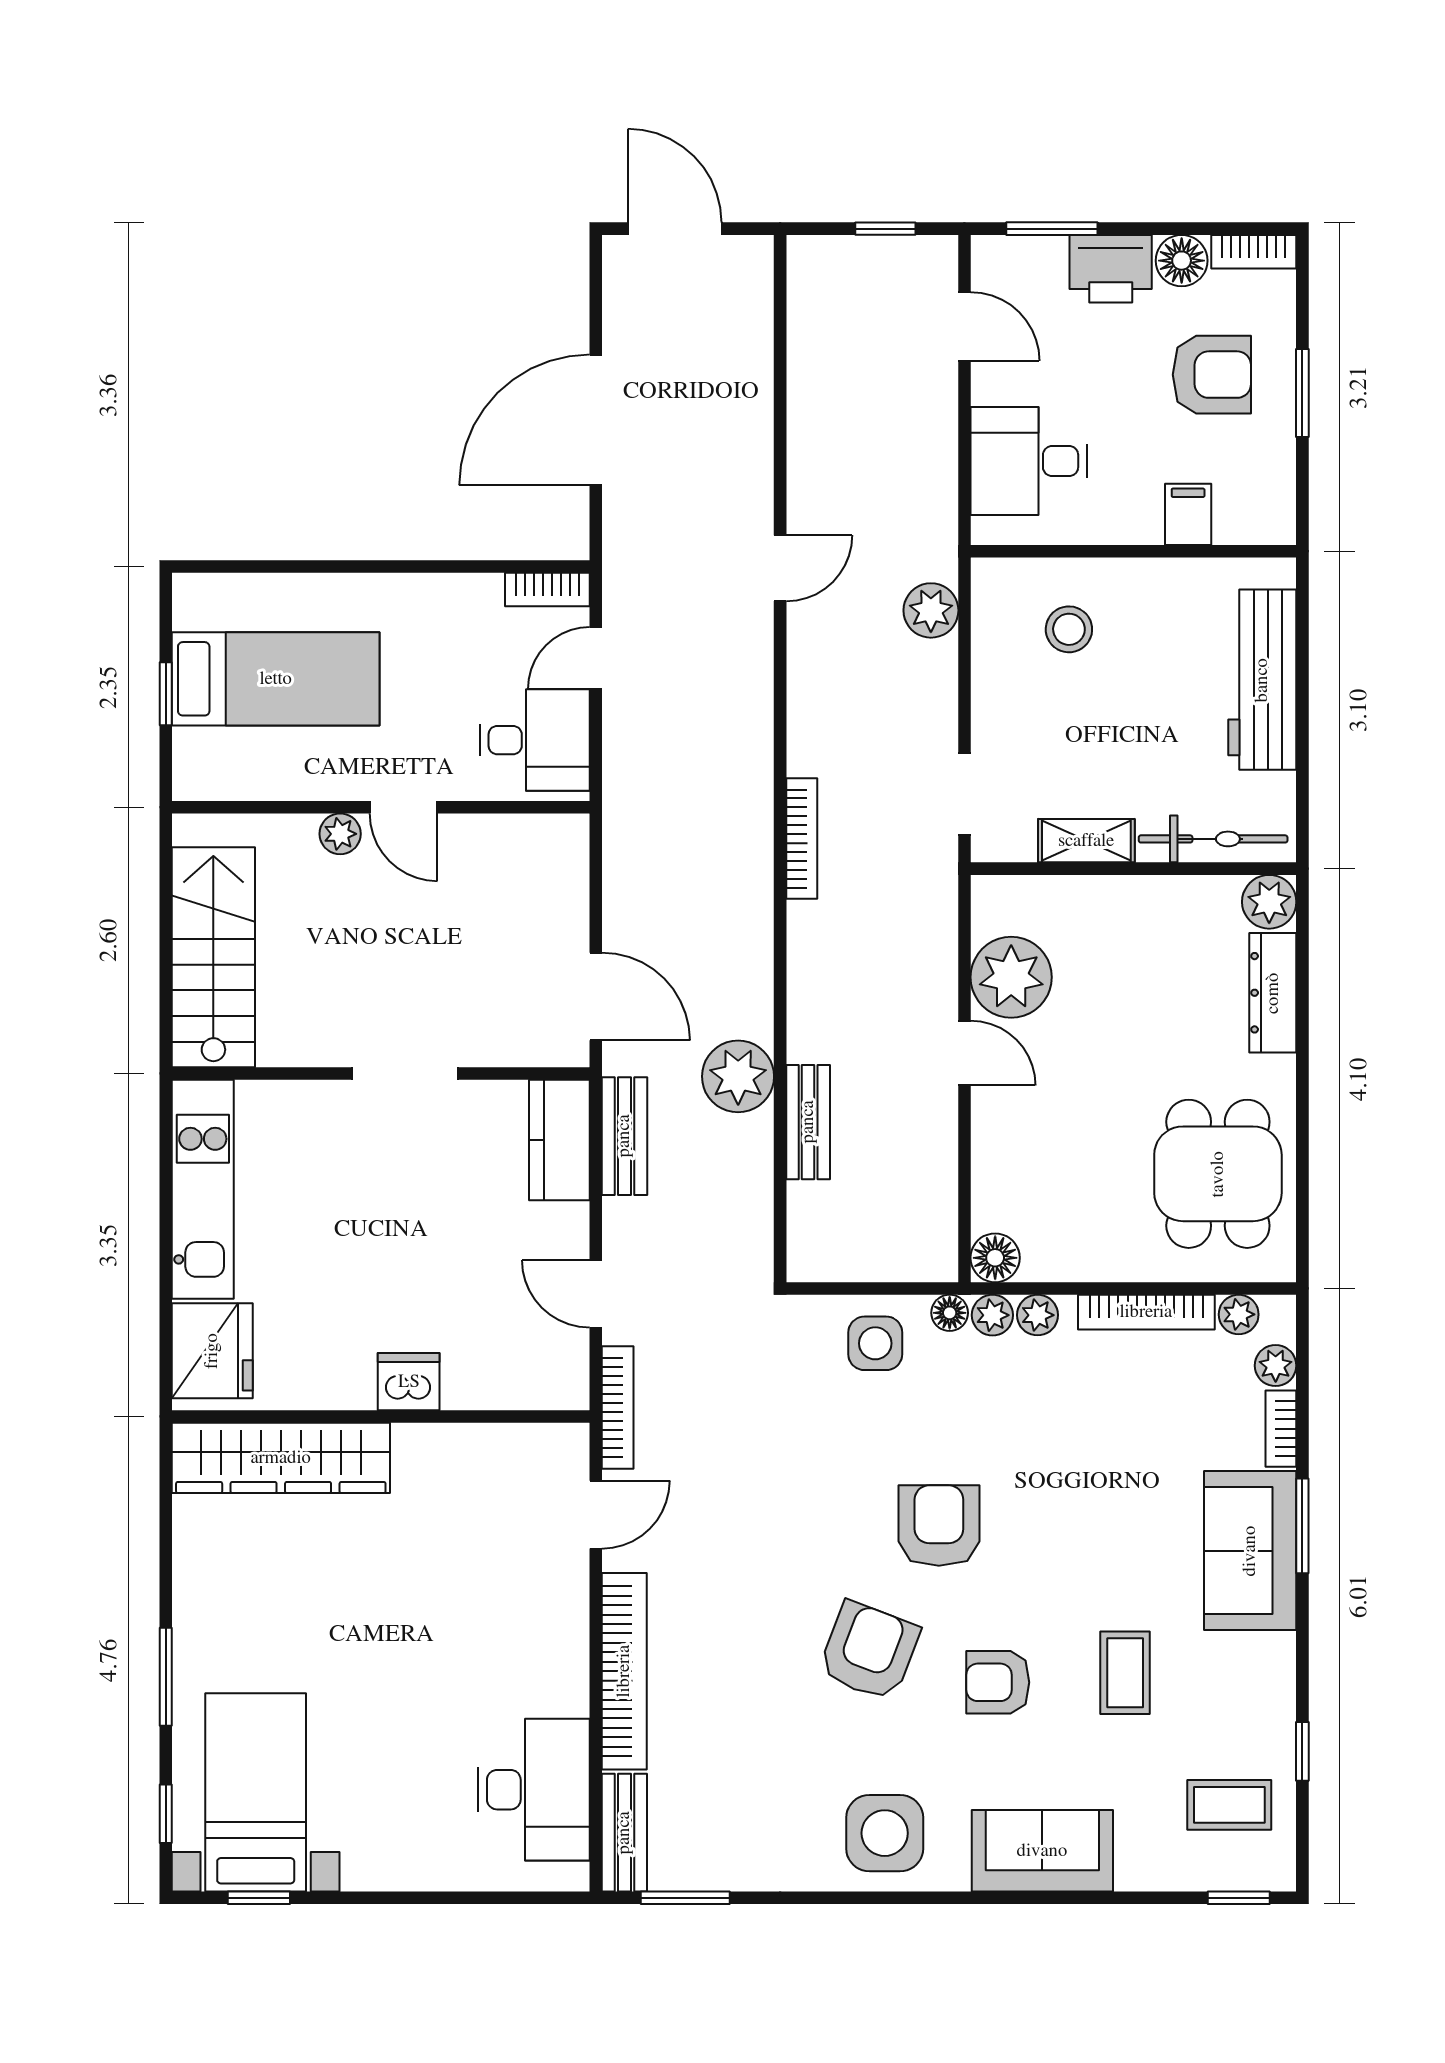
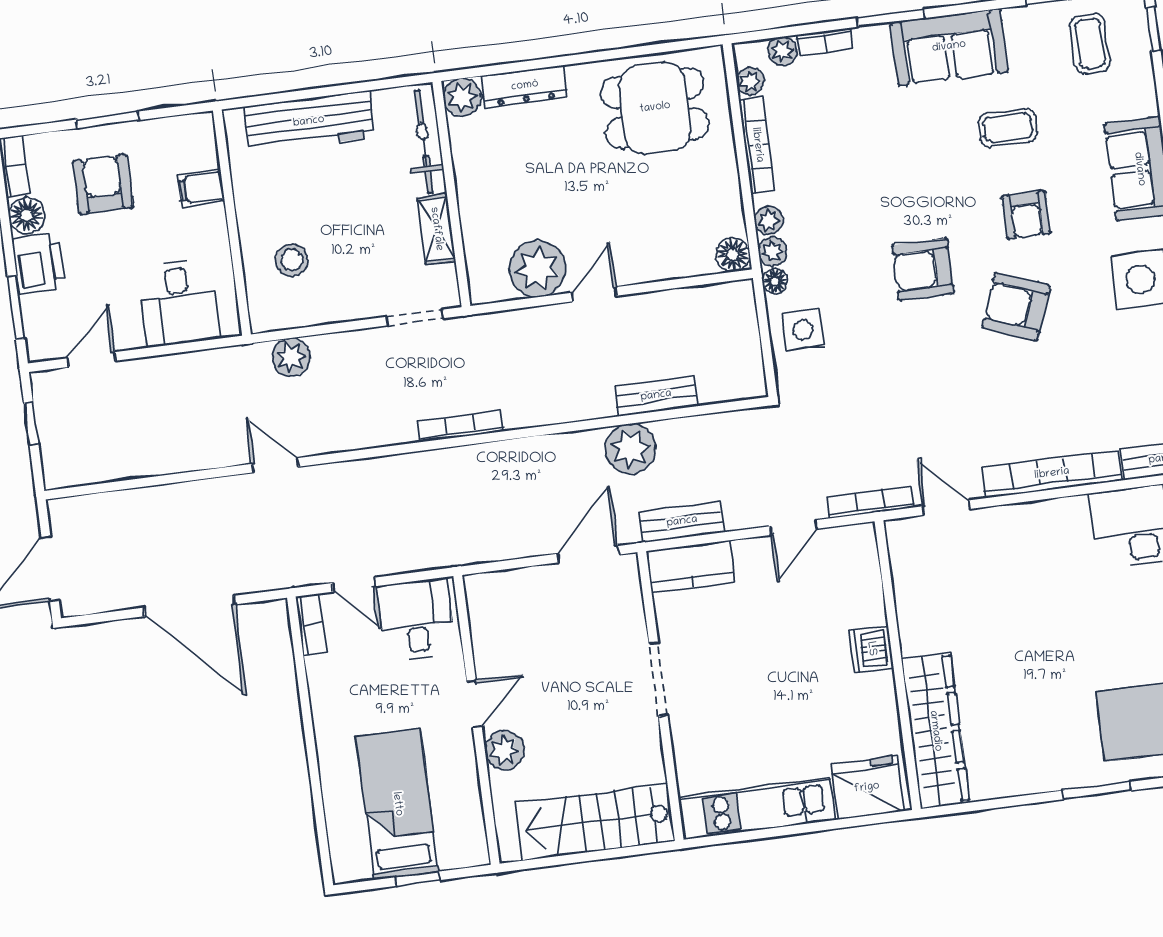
plant: (340, 834) -> (505, 750), width x1.38, depth x1.38
sofa: (1250, 1551) -> (949, 47), moved

